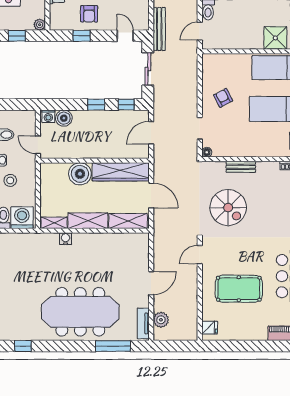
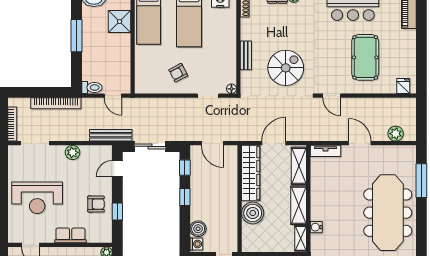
tv unit: (143, 323) -> (325, 151), moved

